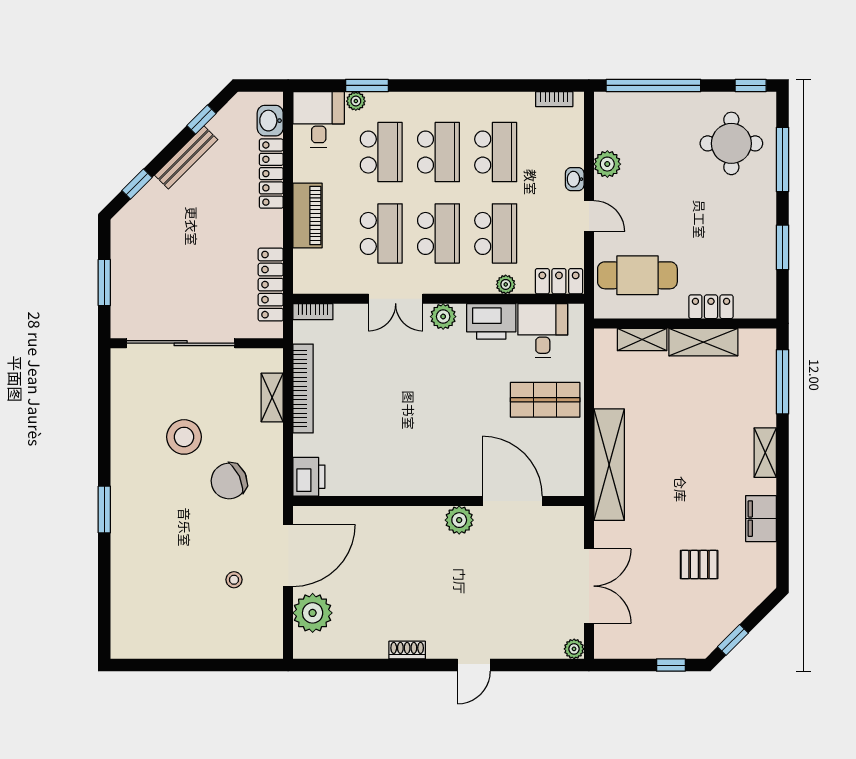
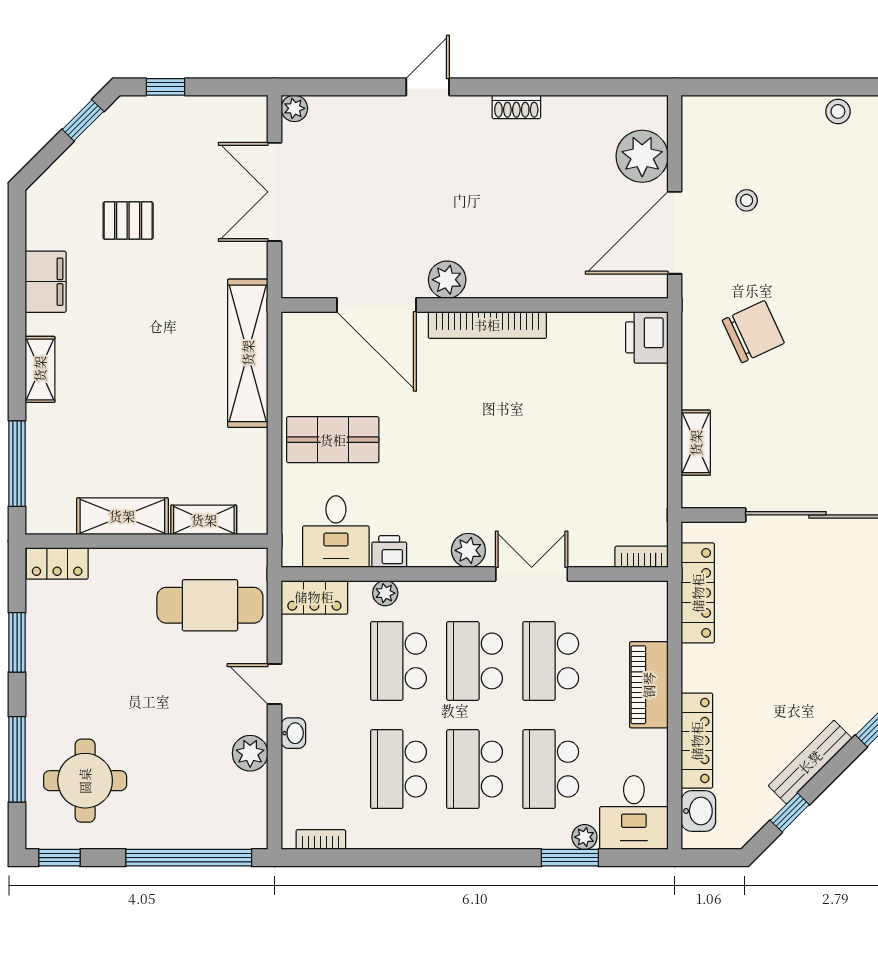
locker: (711, 307) -> (57, 563), moved
printer: (491, 321) -> (389, 552), width x0.53, depth x0.68
bookcase: (303, 388) -> (487, 325), moved, turned -90
stool: (184, 437) -> (838, 111), moved, width x0.53, depth x0.53

